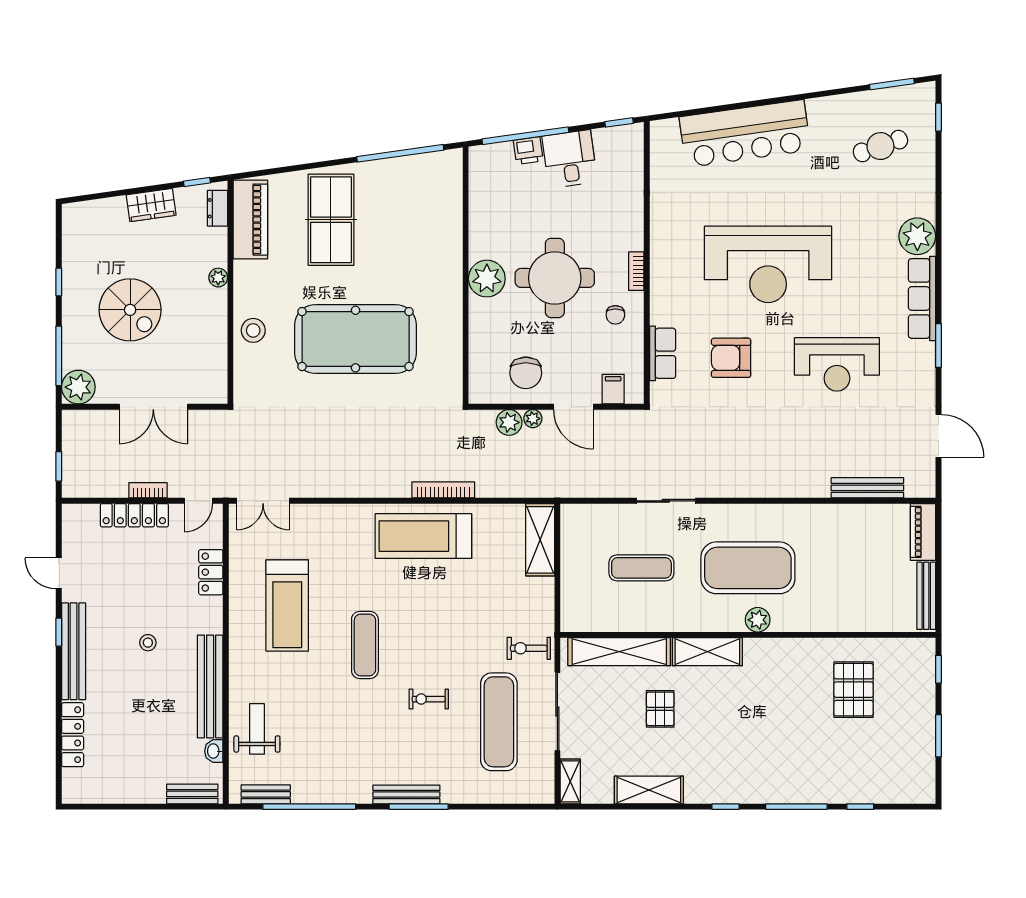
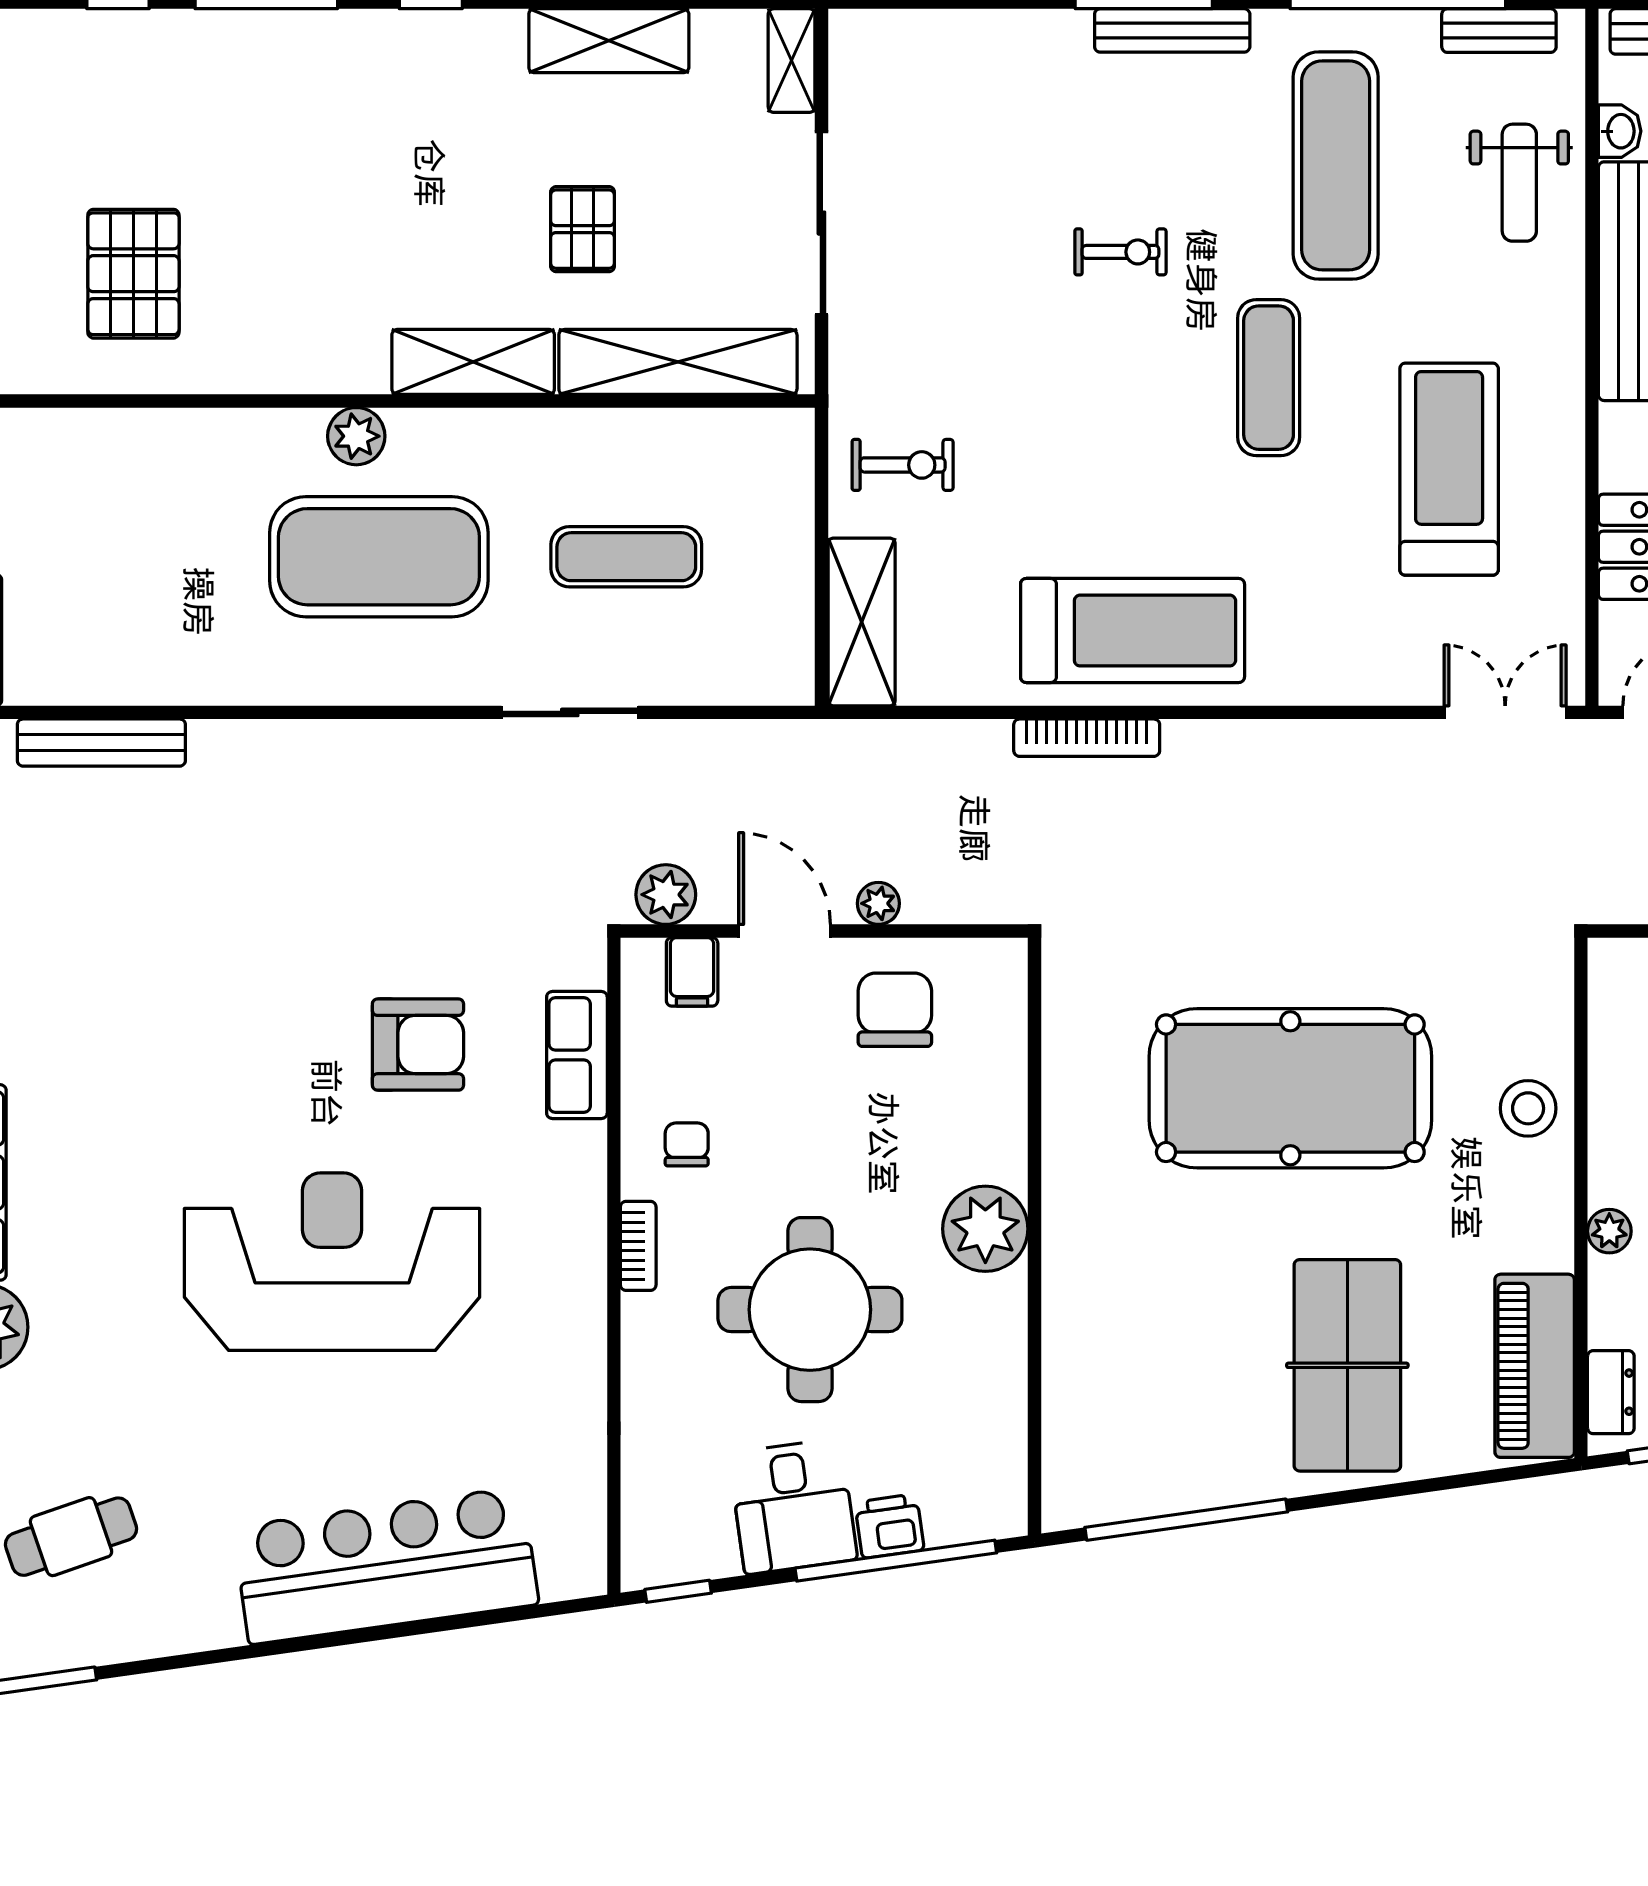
round table: (555, 278) -> (810, 1310), moved
reception desk: (837, 364) -> (172, 1029), removed
plant: (509, 422) -> (666, 895), moved
exercise bike: (529, 648) -> (903, 465), moved
exercise mat: (499, 722) -> (1336, 165), moved

